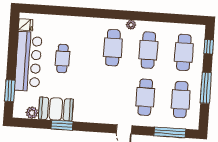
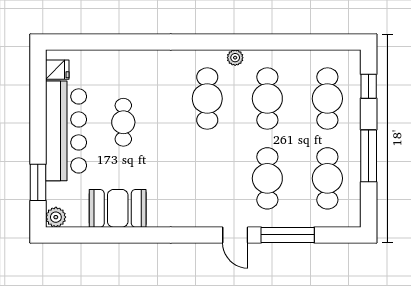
plant: (32, 113) -> (56, 217), moved
window: (62, 125) -> (130, 235), removed
window: (170, 132) -> (288, 235), moved

